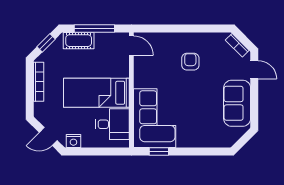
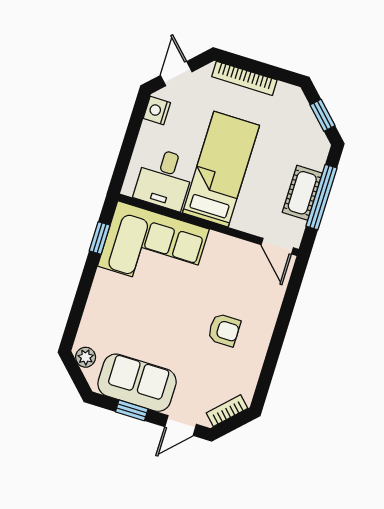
cot: (79, 41) -> (302, 193), moved
door: (131, 46) -> (277, 246), hinge flipped
bookcase: (39, 82) -> (244, 78), moved
window: (254, 101) -> (132, 410), added
plant: (231, 138) -> (86, 357), added

